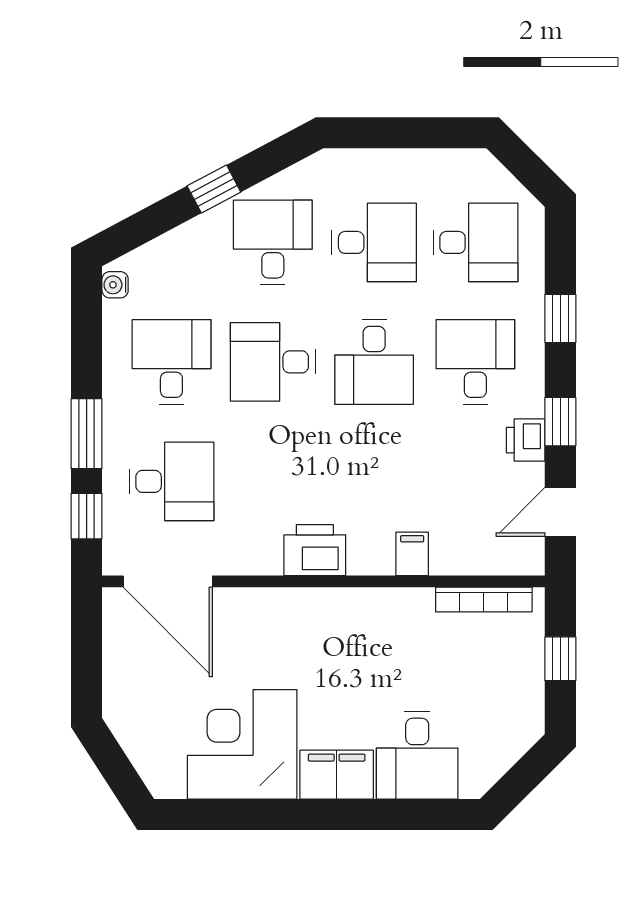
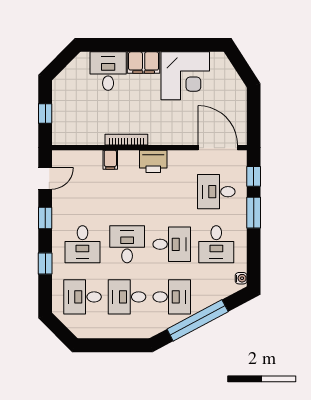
window: (214, 189) -> (198, 320), width x3.17
desk: (273, 242) -> (172, 297), turned -90
printer: (526, 440) -> (60, 210), removed
bookcase: (484, 600) -> (126, 140), moved

